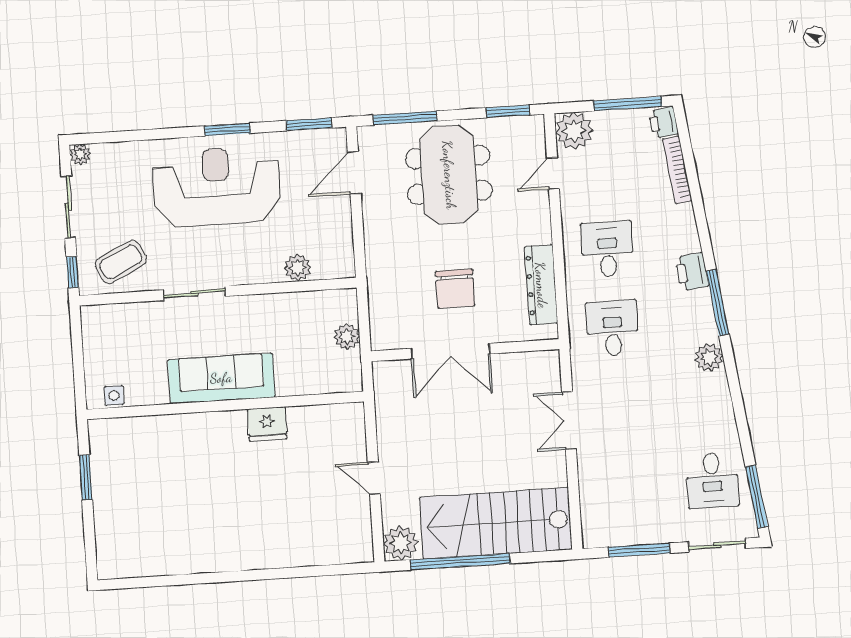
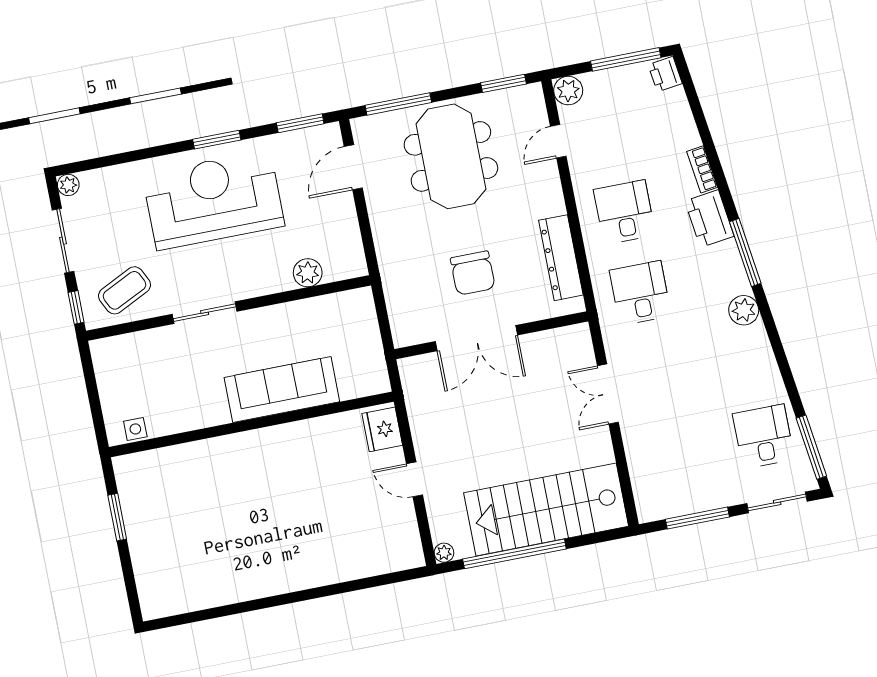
plant: (574, 131) -> (568, 91), width x0.73, depth x0.73
bookcase: (677, 170) -> (702, 169), moved, width x0.64
printer: (692, 272) -> (709, 219), width x1.37, depth x1.19
plant: (347, 337) -> (367, 337), removed
sofa: (221, 378) -> (282, 390), moved
fridge: (267, 424) -> (382, 429), moved, turned 90
desk: (712, 480) -> (763, 436), turned 180
plant: (401, 543) -> (444, 553), width x0.53, depth x0.53

